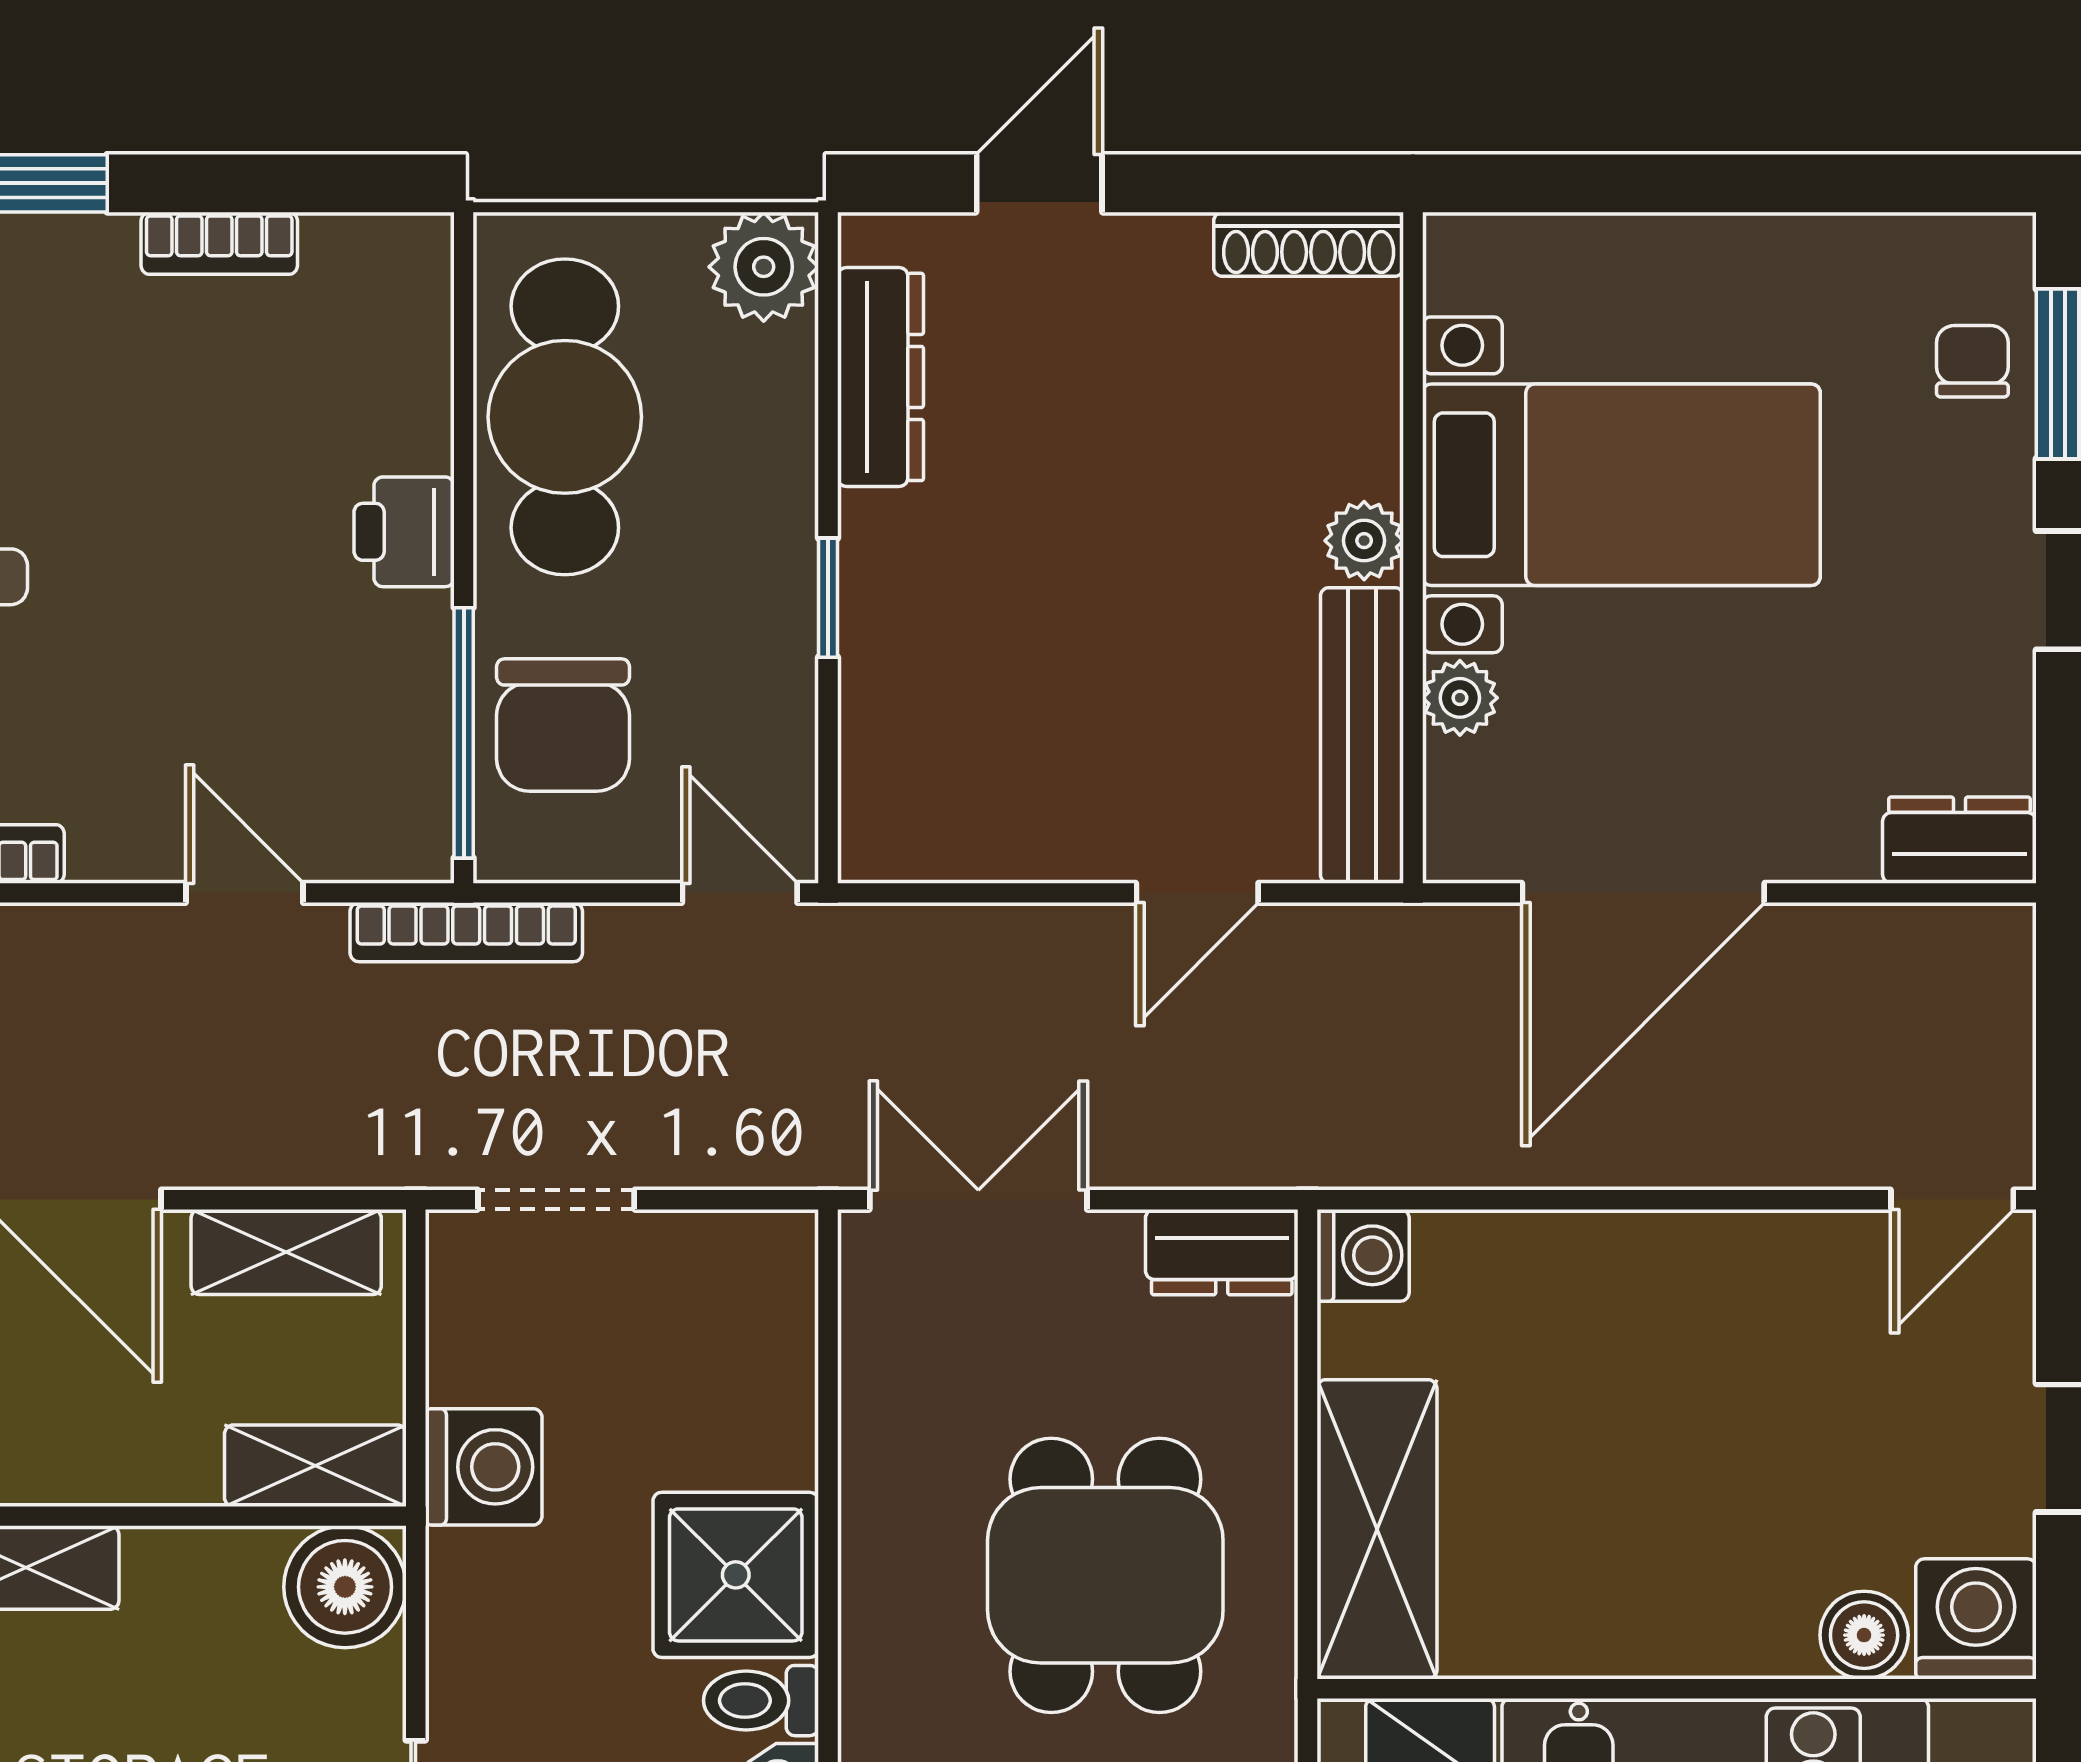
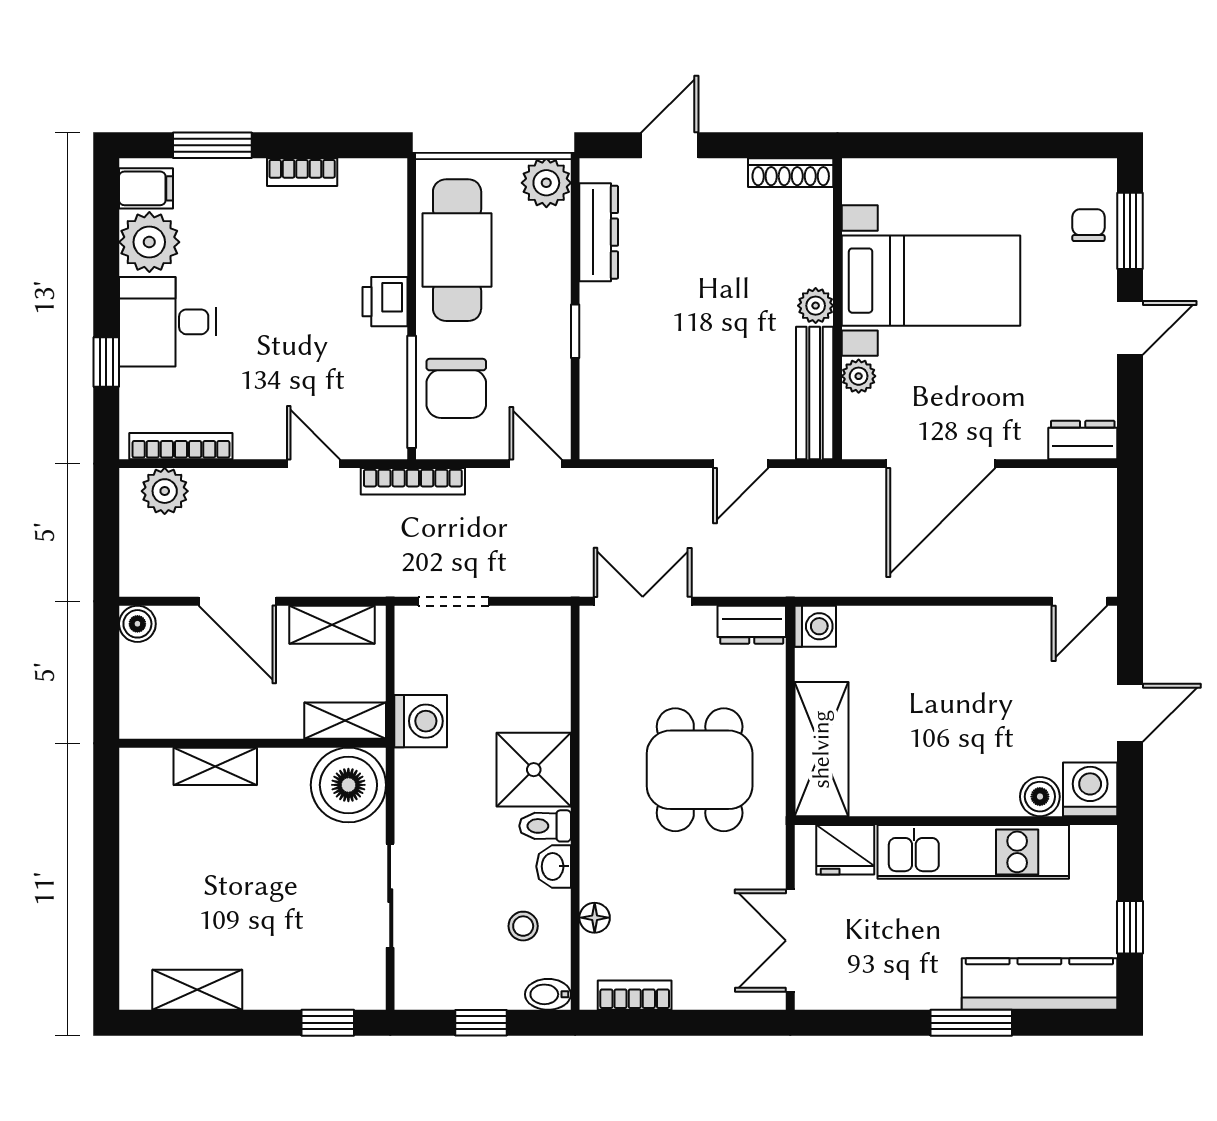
boiler: (345, 1587) -> (348, 785), width x1.37, depth x1.37

